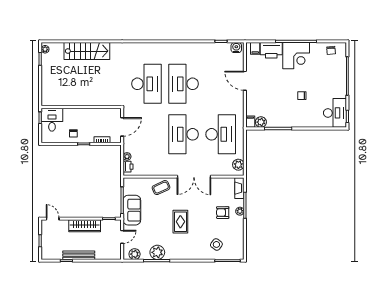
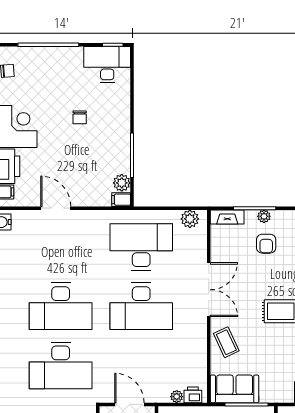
door: (245, 81) -> (56, 208), swing flipped
desk: (146, 84) -> (61, 366), turned 180
sofa: (132, 210) -> (235, 389), moved

